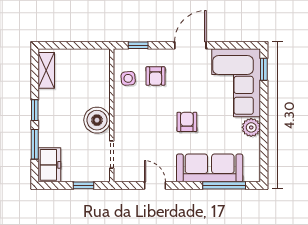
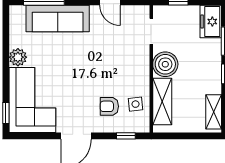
armchair: (156, 76) -> (109, 106), turned -90
shelving: (100, 81) -> (162, 101), added
armchair: (187, 122) -> (79, 63), removed

